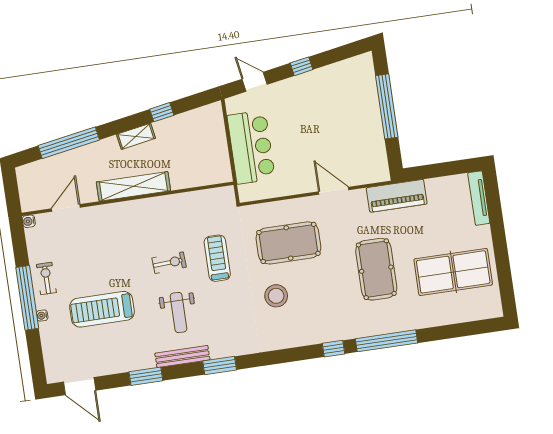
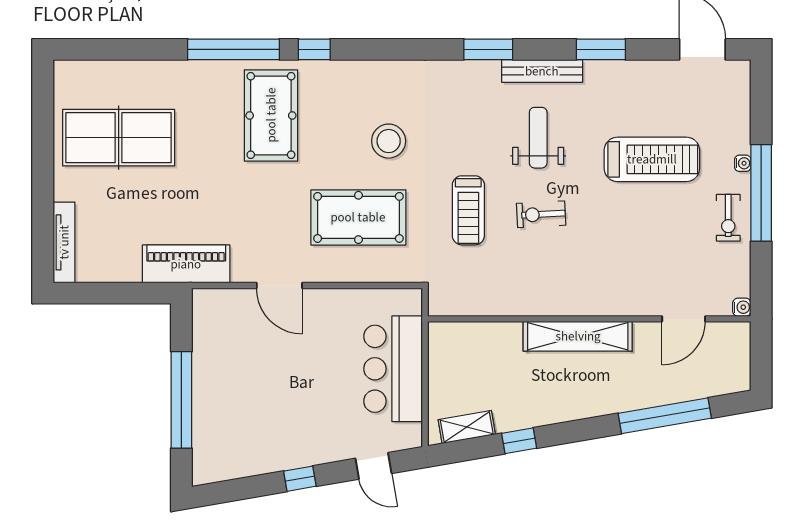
shelving: (136, 136) -> (467, 427), moved
pool table: (376, 269) -> (271, 115), moved

